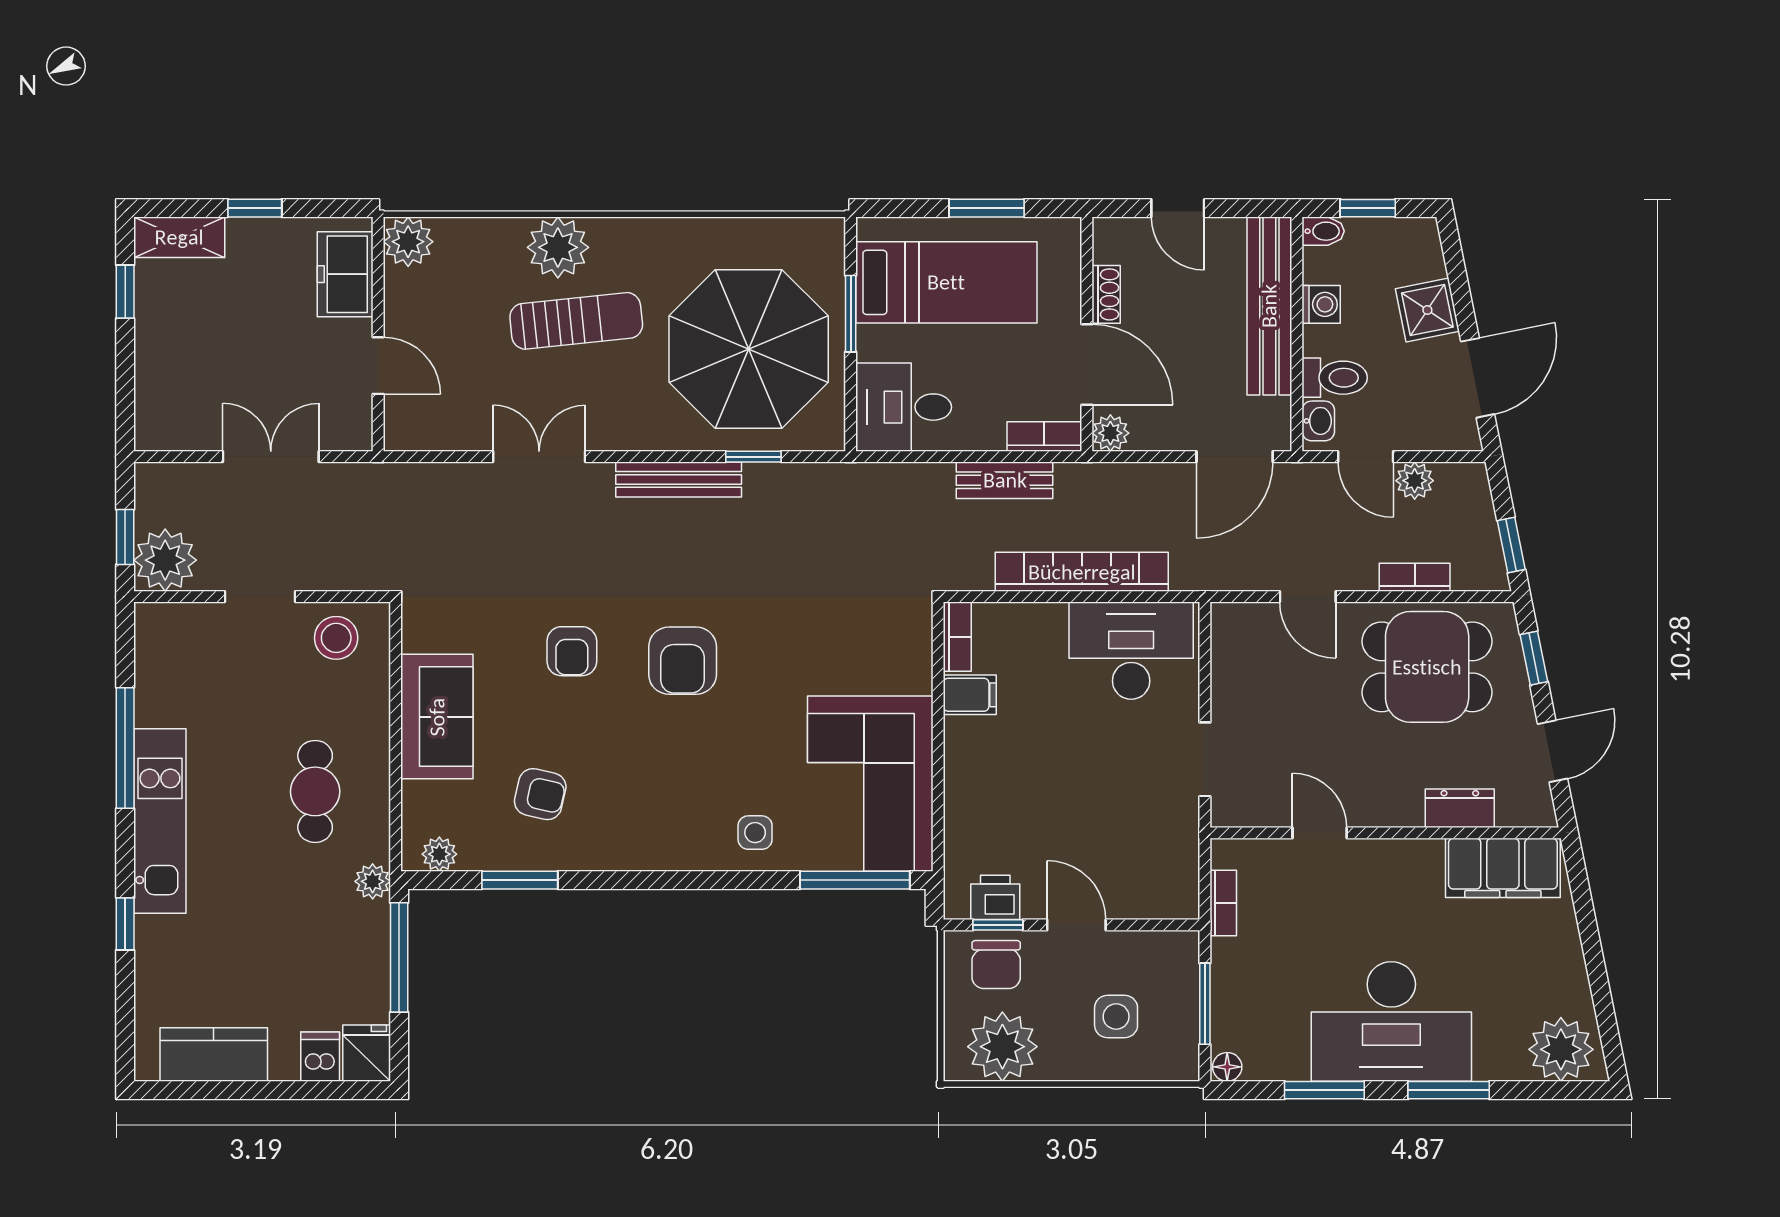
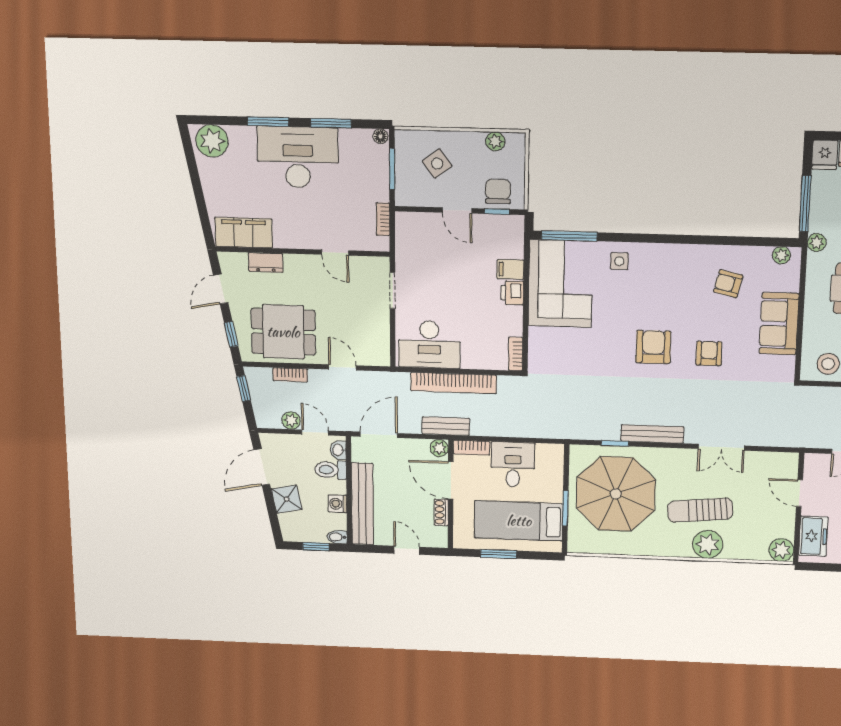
desk: (904, 407) -> (513, 465), moved, turned -90
bench: (1005, 480) -> (446, 426), moved
filing cabinet: (970, 695) -> (510, 269), moved
window: (520, 880) -> (741, 241), removed
printer: (995, 897) -> (512, 293), moved, turned 90
side table: (1116, 1017) -> (437, 163), turned -37
plant: (1002, 1047) -> (495, 141), width x0.53, depth x0.53

